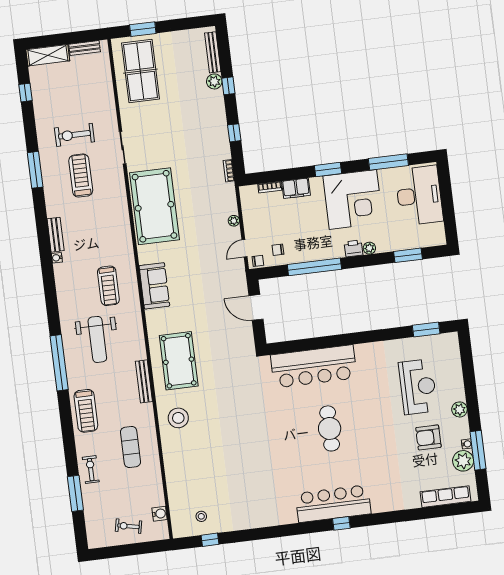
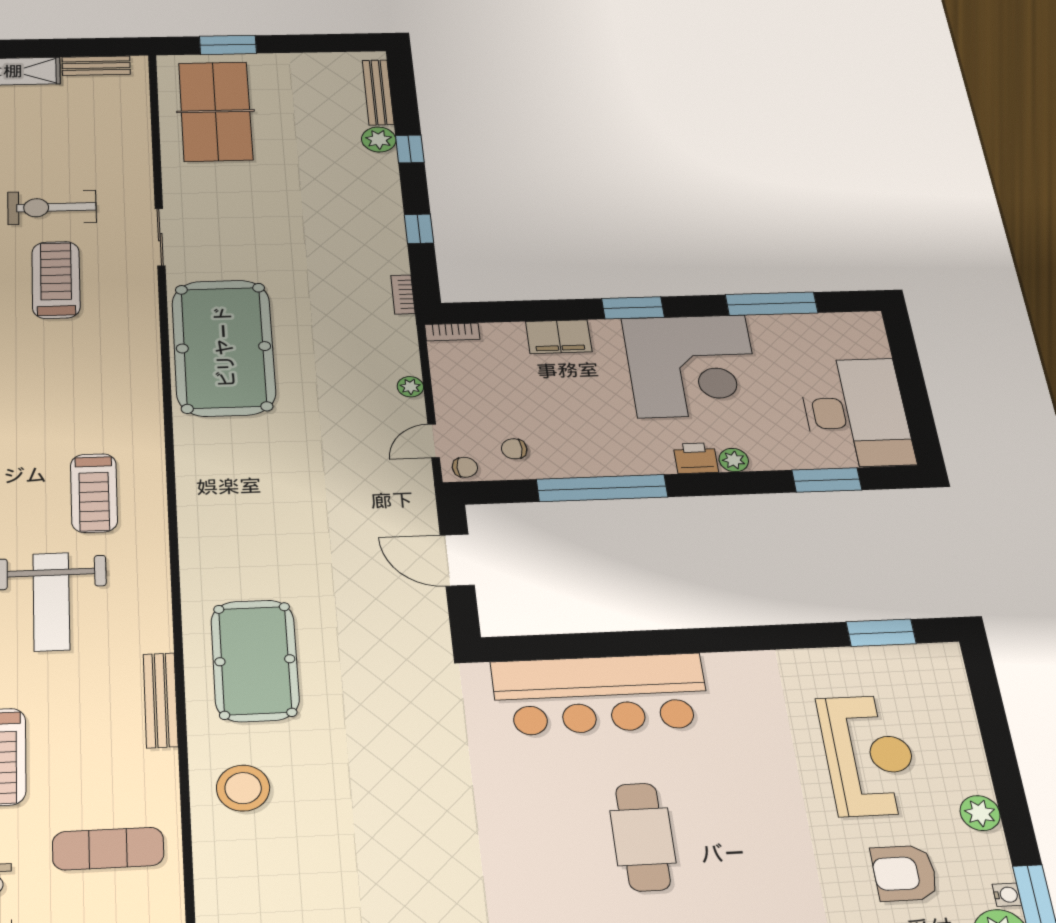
bookcase: (270, 187) -> (452, 332), moved
desk: (419, 196) -> (856, 413), moved
sofa: (154, 286) -> (208, 500), removed
exercise mat: (131, 447) -> (108, 849), turned 90

